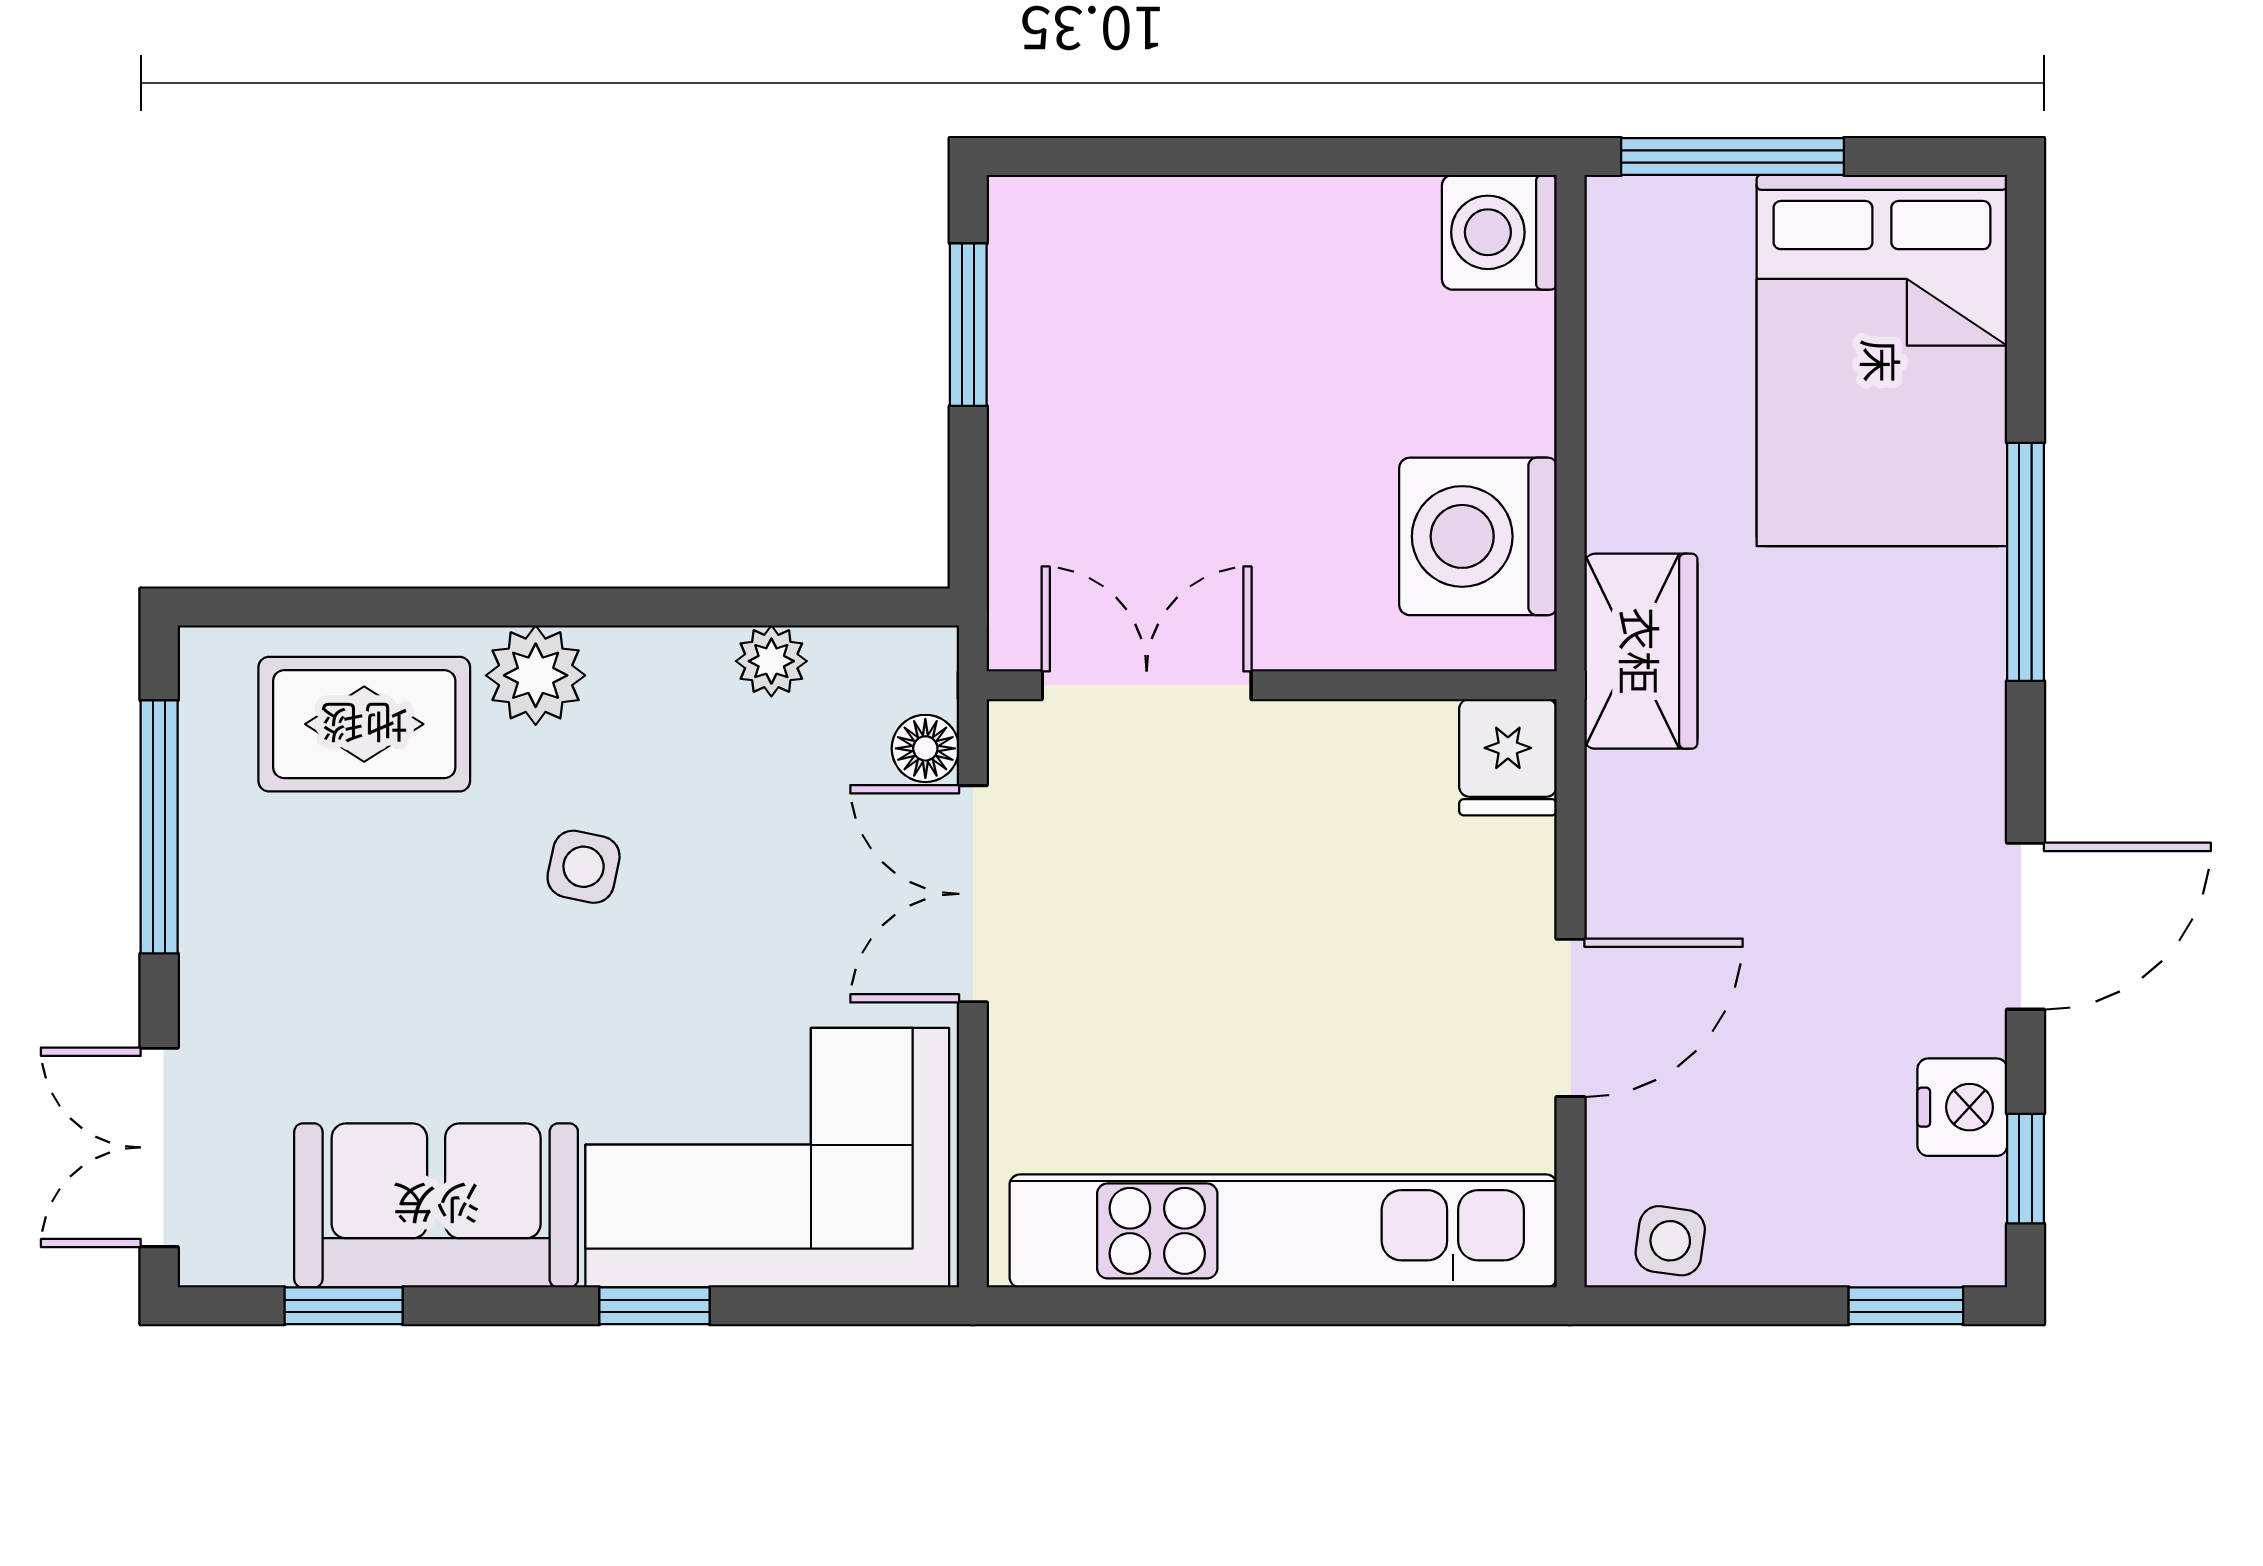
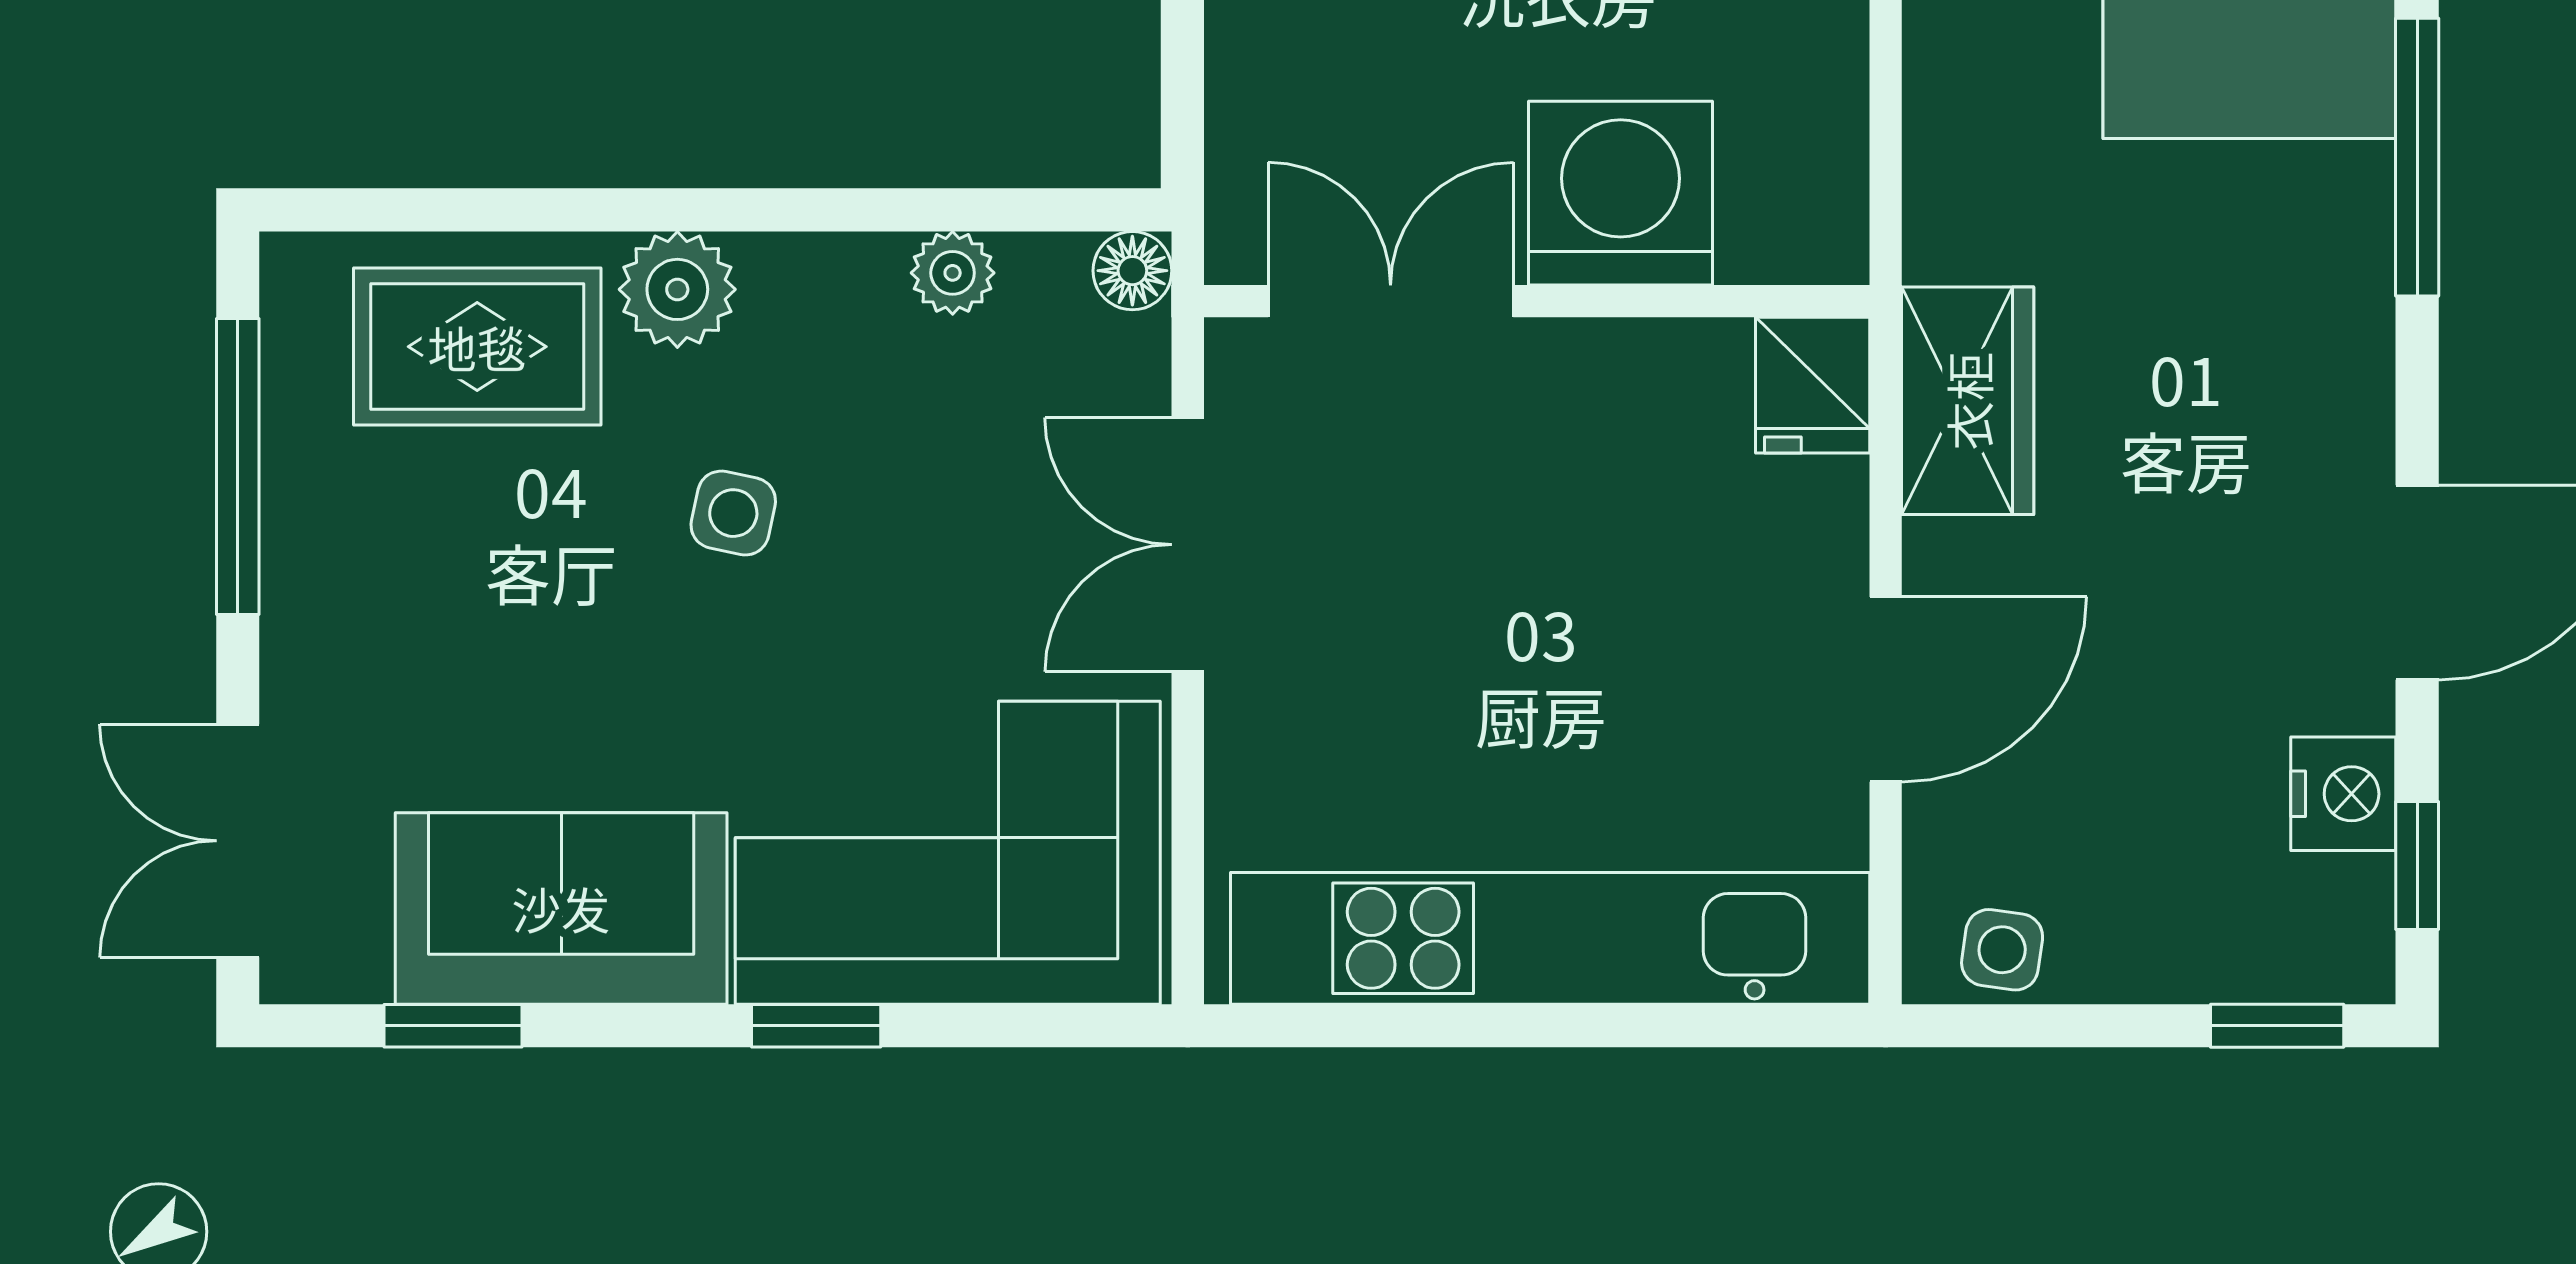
washing machine: (1478, 536) -> (1621, 193), moved, turned 90
wardrobe: (1641, 651) -> (1968, 401), moved
floor lamp: (925, 748) -> (1132, 271), moved

